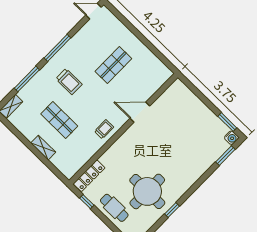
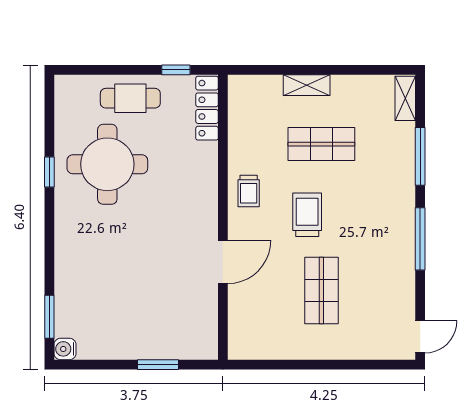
trolley: (69, 82) -> (307, 215), moved, turned 90
window: (227, 122) -> (158, 365), moved

